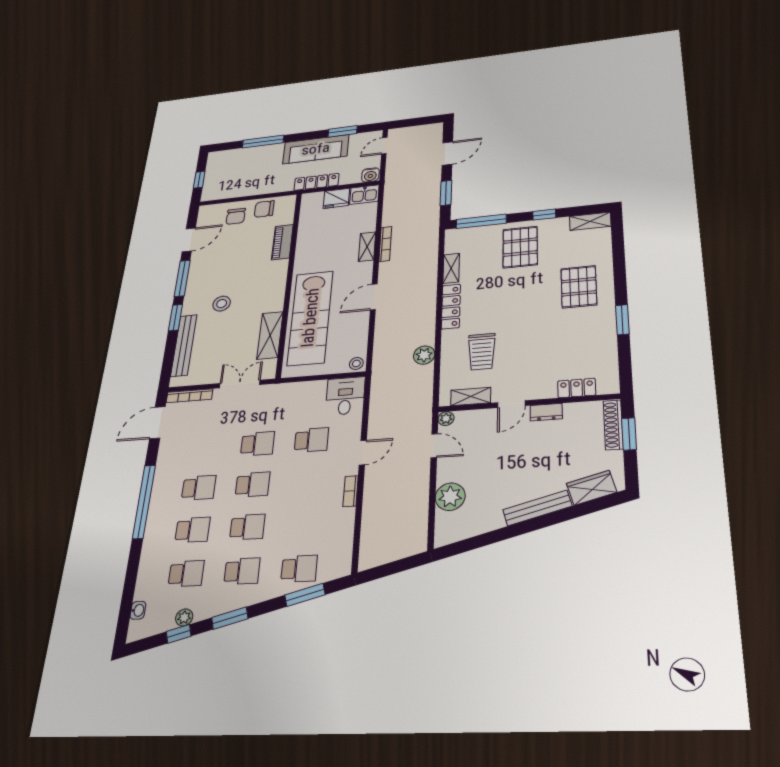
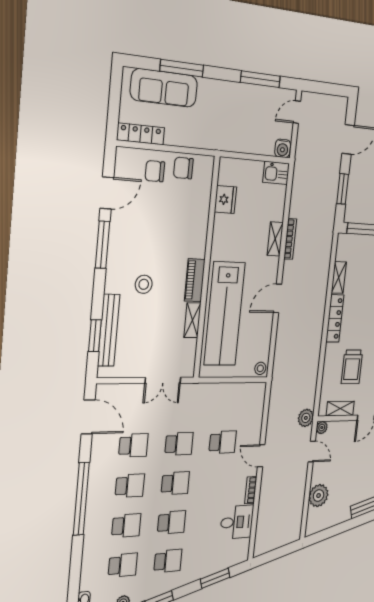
window: (343, 131) -> (260, 79), width x1.44
sofa: (316, 149) -> (164, 88), moved
window: (199, 180) -> (114, 106), removed
locker: (316, 182) -> (141, 134), moved
fridge: (336, 198) -> (225, 200), moved, turned -90
chair: (236, 216) -> (155, 171), turned 90
piano: (282, 242) -> (195, 280), moved
window: (176, 318) -> (95, 336), moved
shelving: (270, 335) -> (192, 320), width x0.67, depth x0.75
plant: (424, 355) -> (306, 418), moved
double door: (240, 384) -> (163, 380), swing flipped
bookcase: (189, 396) -> (117, 389), removed
desk: (345, 396) -> (237, 522), moved, turned 90
door: (158, 423) -> (88, 417), swing flipped
door: (363, 453) -> (261, 456), swing flipped
school desk: (299, 569) -> (133, 445), moved

